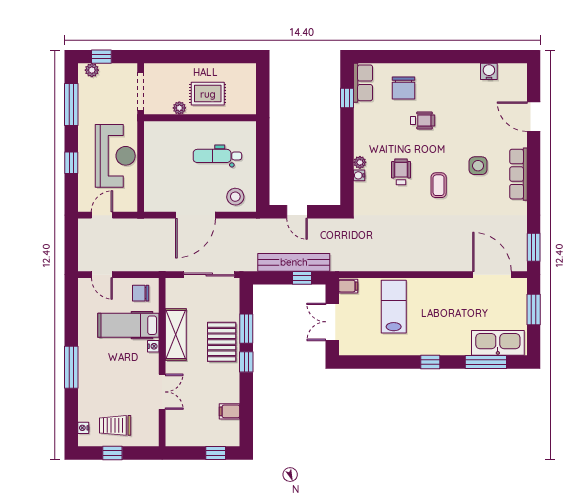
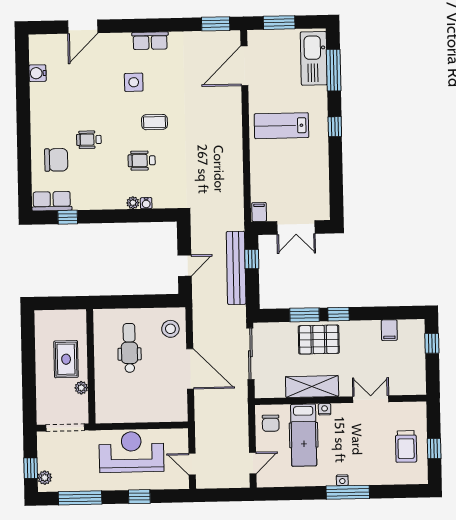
wheelchair: (423, 120) -> (89, 140), turned -90
dental chair: (217, 156) -> (129, 348), turned 180
row of seats: (518, 174) -> (150, 41), width x0.68
lab bench: (394, 307) -> (281, 126), moved
nightstand: (83, 428) -> (342, 480), moved

